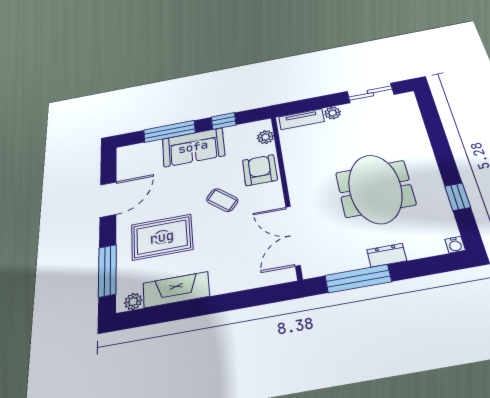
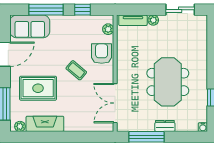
sofa: (193, 147) -> (30, 26), moved

